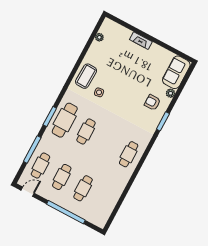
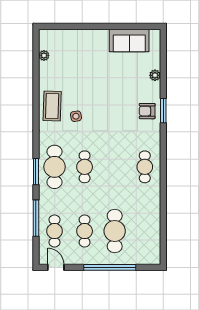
fireplace: (141, 41) -> (92, 35), removed
sofa: (176, 72) -> (129, 40), moved, turned -90
armchair: (152, 102) -> (147, 111), moved
cafe table: (83, 188) -> (115, 231), width x1.37, depth x1.35
door: (28, 192) -> (56, 267), hinge flipped

